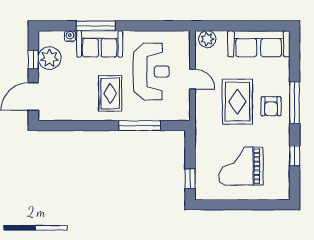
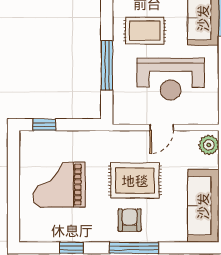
armchair: (271, 106) -> (130, 220), turned 90
grand piano: (241, 166) -> (59, 185), turned -90

